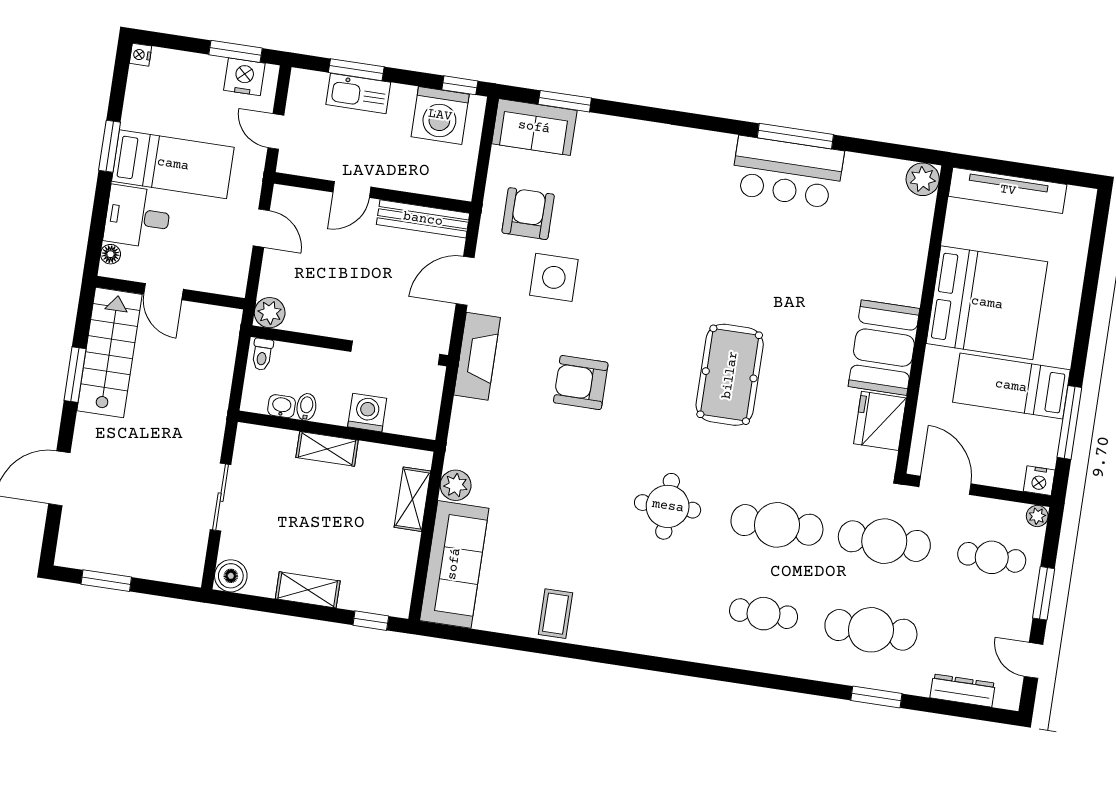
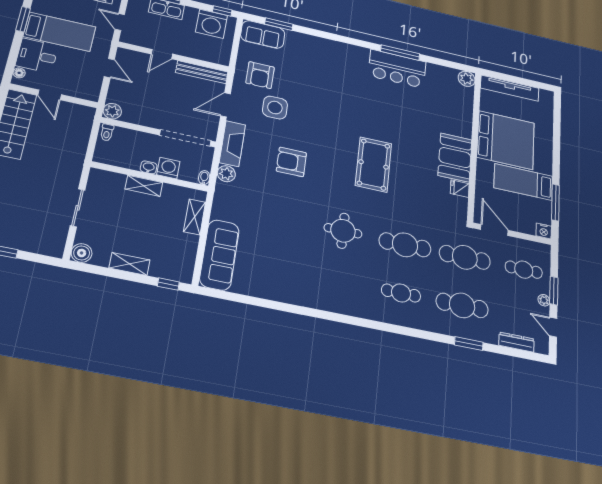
armchair: (528, 214) -> (260, 75), turned 180
washbasin: (282, 406) -> (149, 167), moved
bidet: (306, 407) -> (204, 178), moved
fridge: (880, 421) -> (460, 189), width x0.53, depth x0.75
plant: (456, 485) -> (226, 174), moved
plant: (1037, 516) -> (544, 300), moved
coffee table: (555, 614) -> (280, 286), removed

